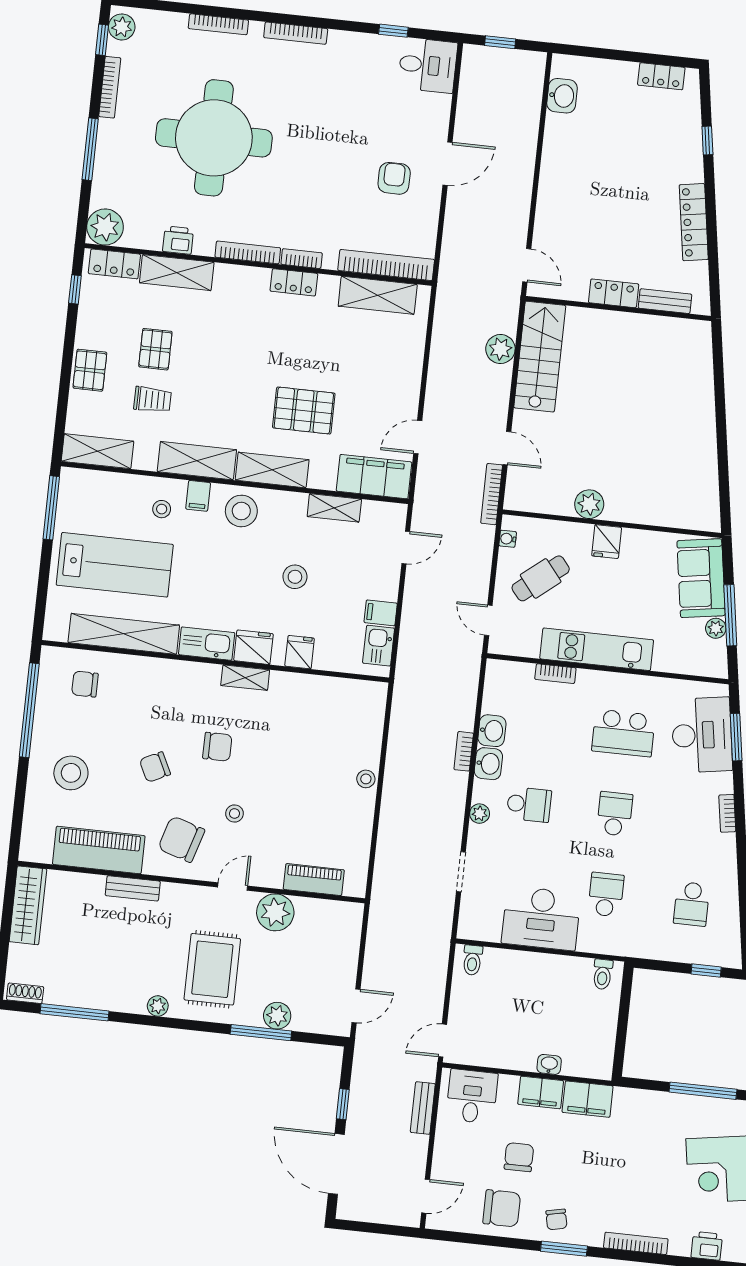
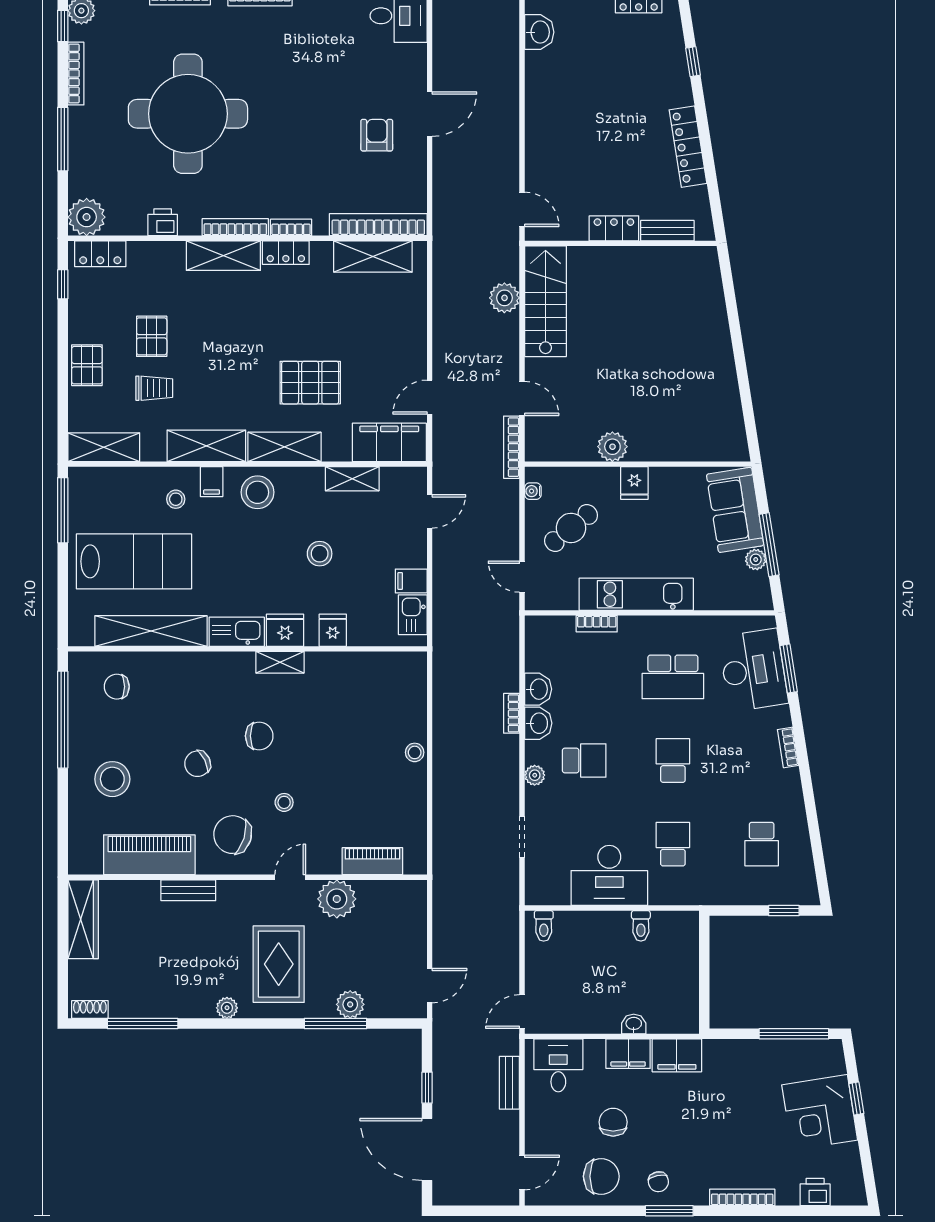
shelving: (177, 273) -> (223, 256), moved
toilet: (603, 974) -> (641, 926), moved

